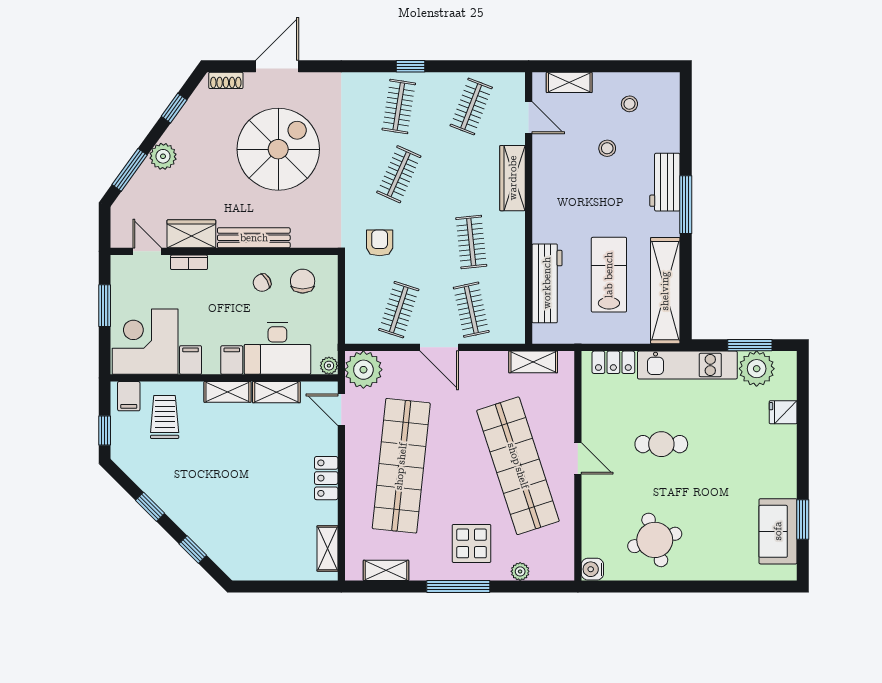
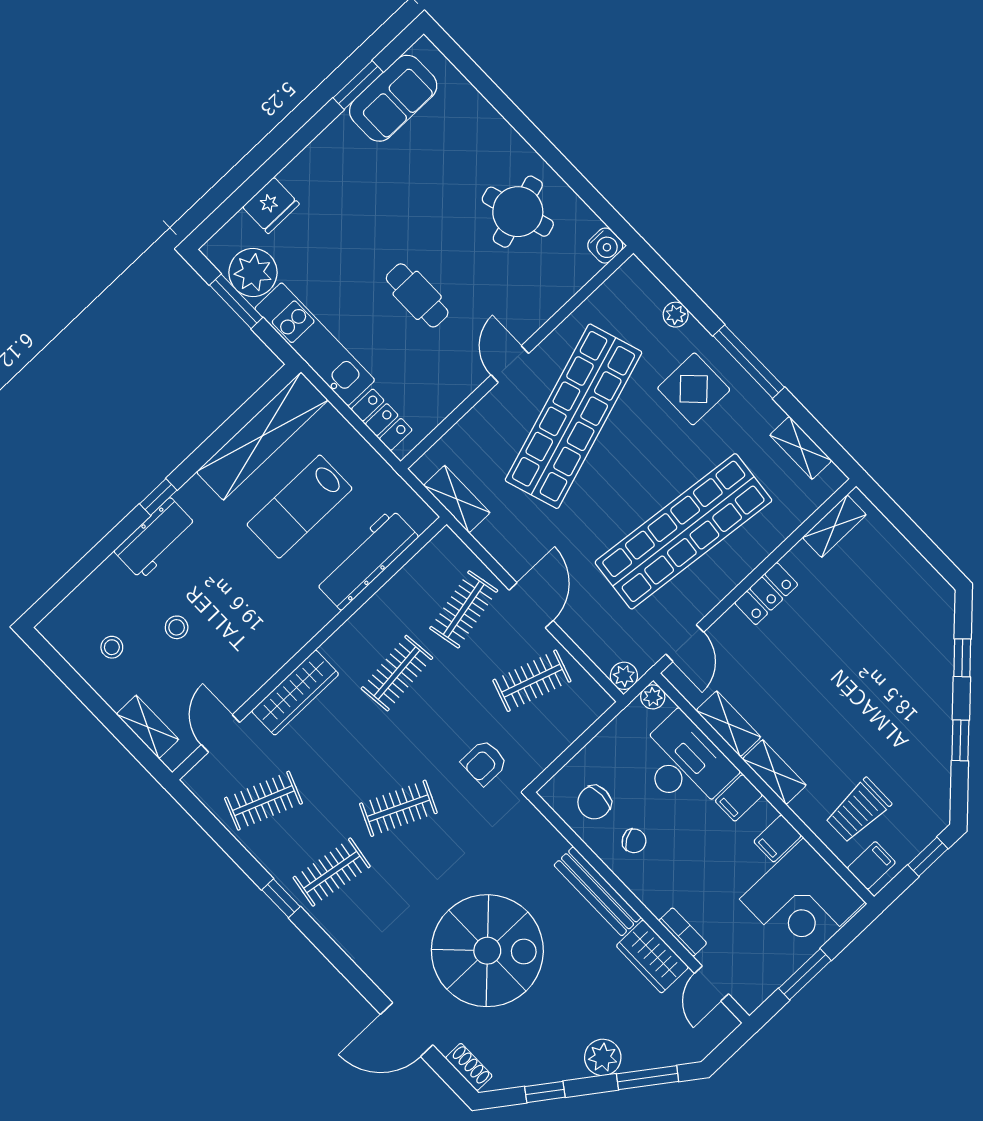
spiral stairs: (278, 149) -> (487, 951), turned 180
window: (686, 205) -> (158, 497), width x0.46
plant: (363, 370) -> (624, 676), width x0.53, depth x0.53
fridge: (783, 412) -> (271, 205), width x1.38

